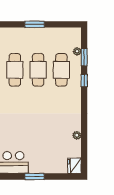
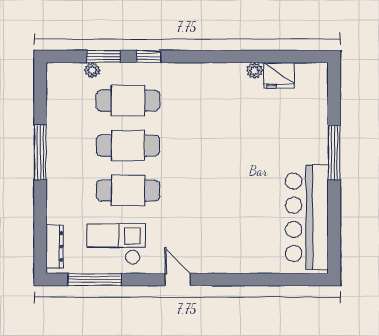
window: (35, 24) -> (40, 152), width x1.44
fridge: (74, 166) -> (279, 75), moved
window: (35, 177) -> (334, 152), width x1.44

